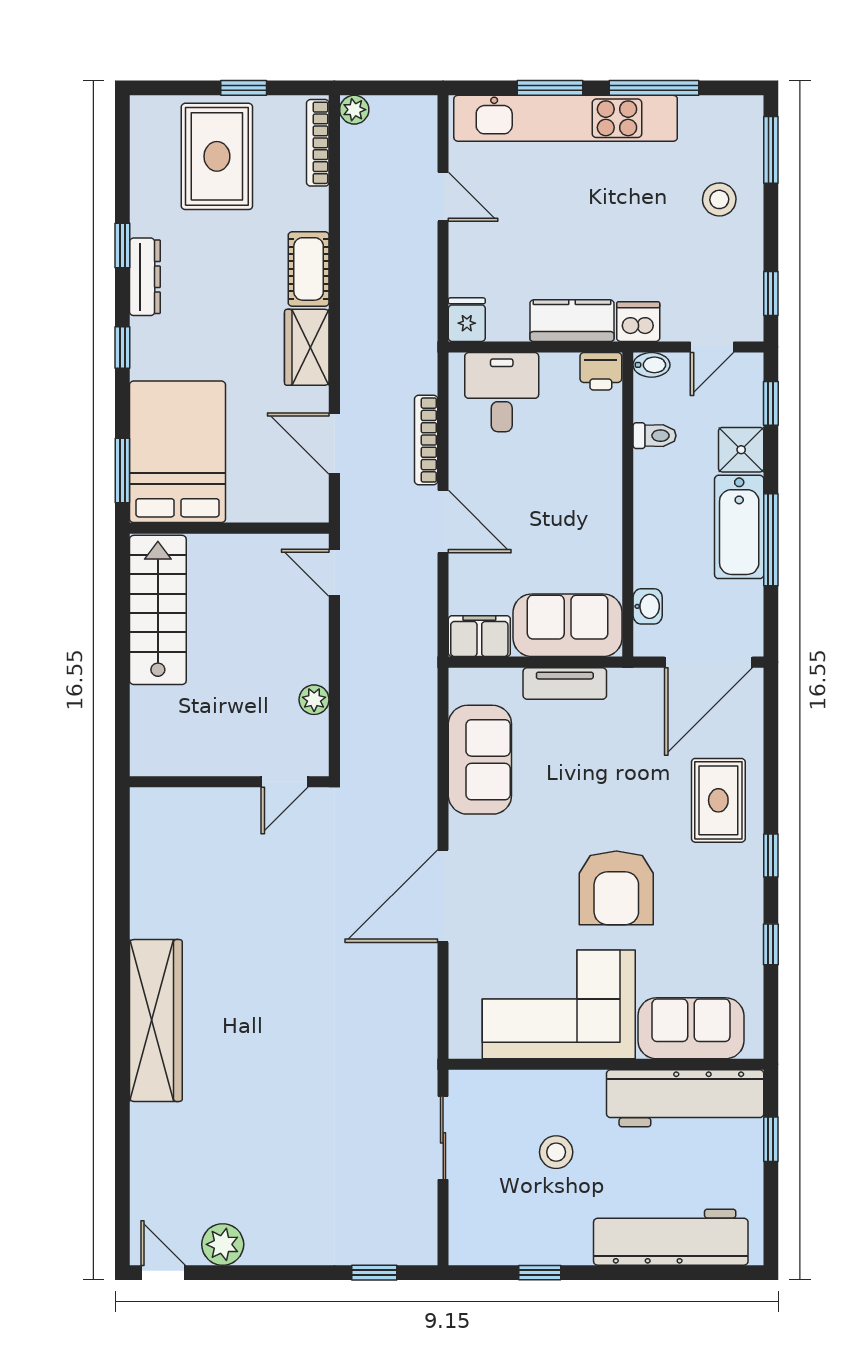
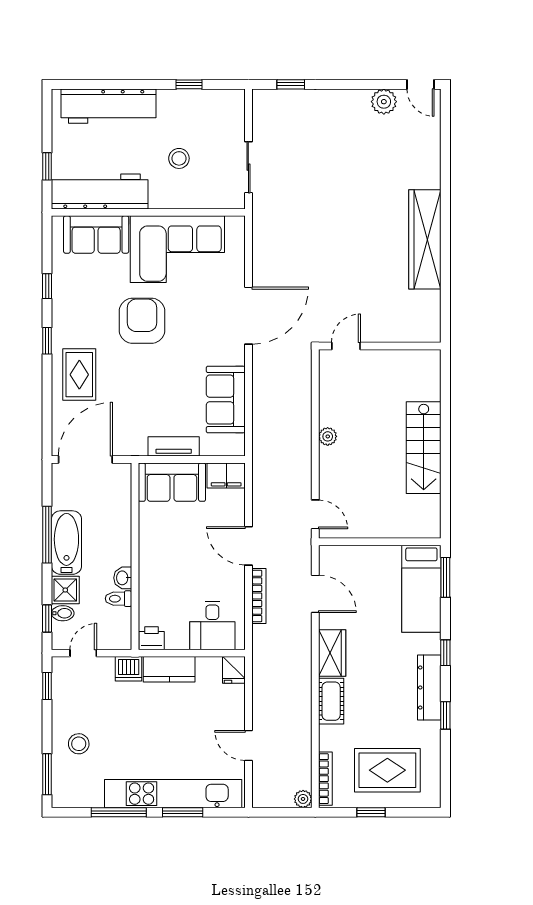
rug: (217, 156) -> (387, 770), turned 90
dresser: (145, 277) -> (429, 688), width x1.37, depth x1.24
bidet: (651, 365) -> (63, 613), moved, turned 180
bed: (177, 452) -> (421, 589), width x0.67
washbasin: (648, 606) -> (123, 578), moved
stairs: (158, 610) -> (424, 448), moved
wall: (229, 782) -> (380, 346), moved
door: (284, 782) -> (346, 346), moved

